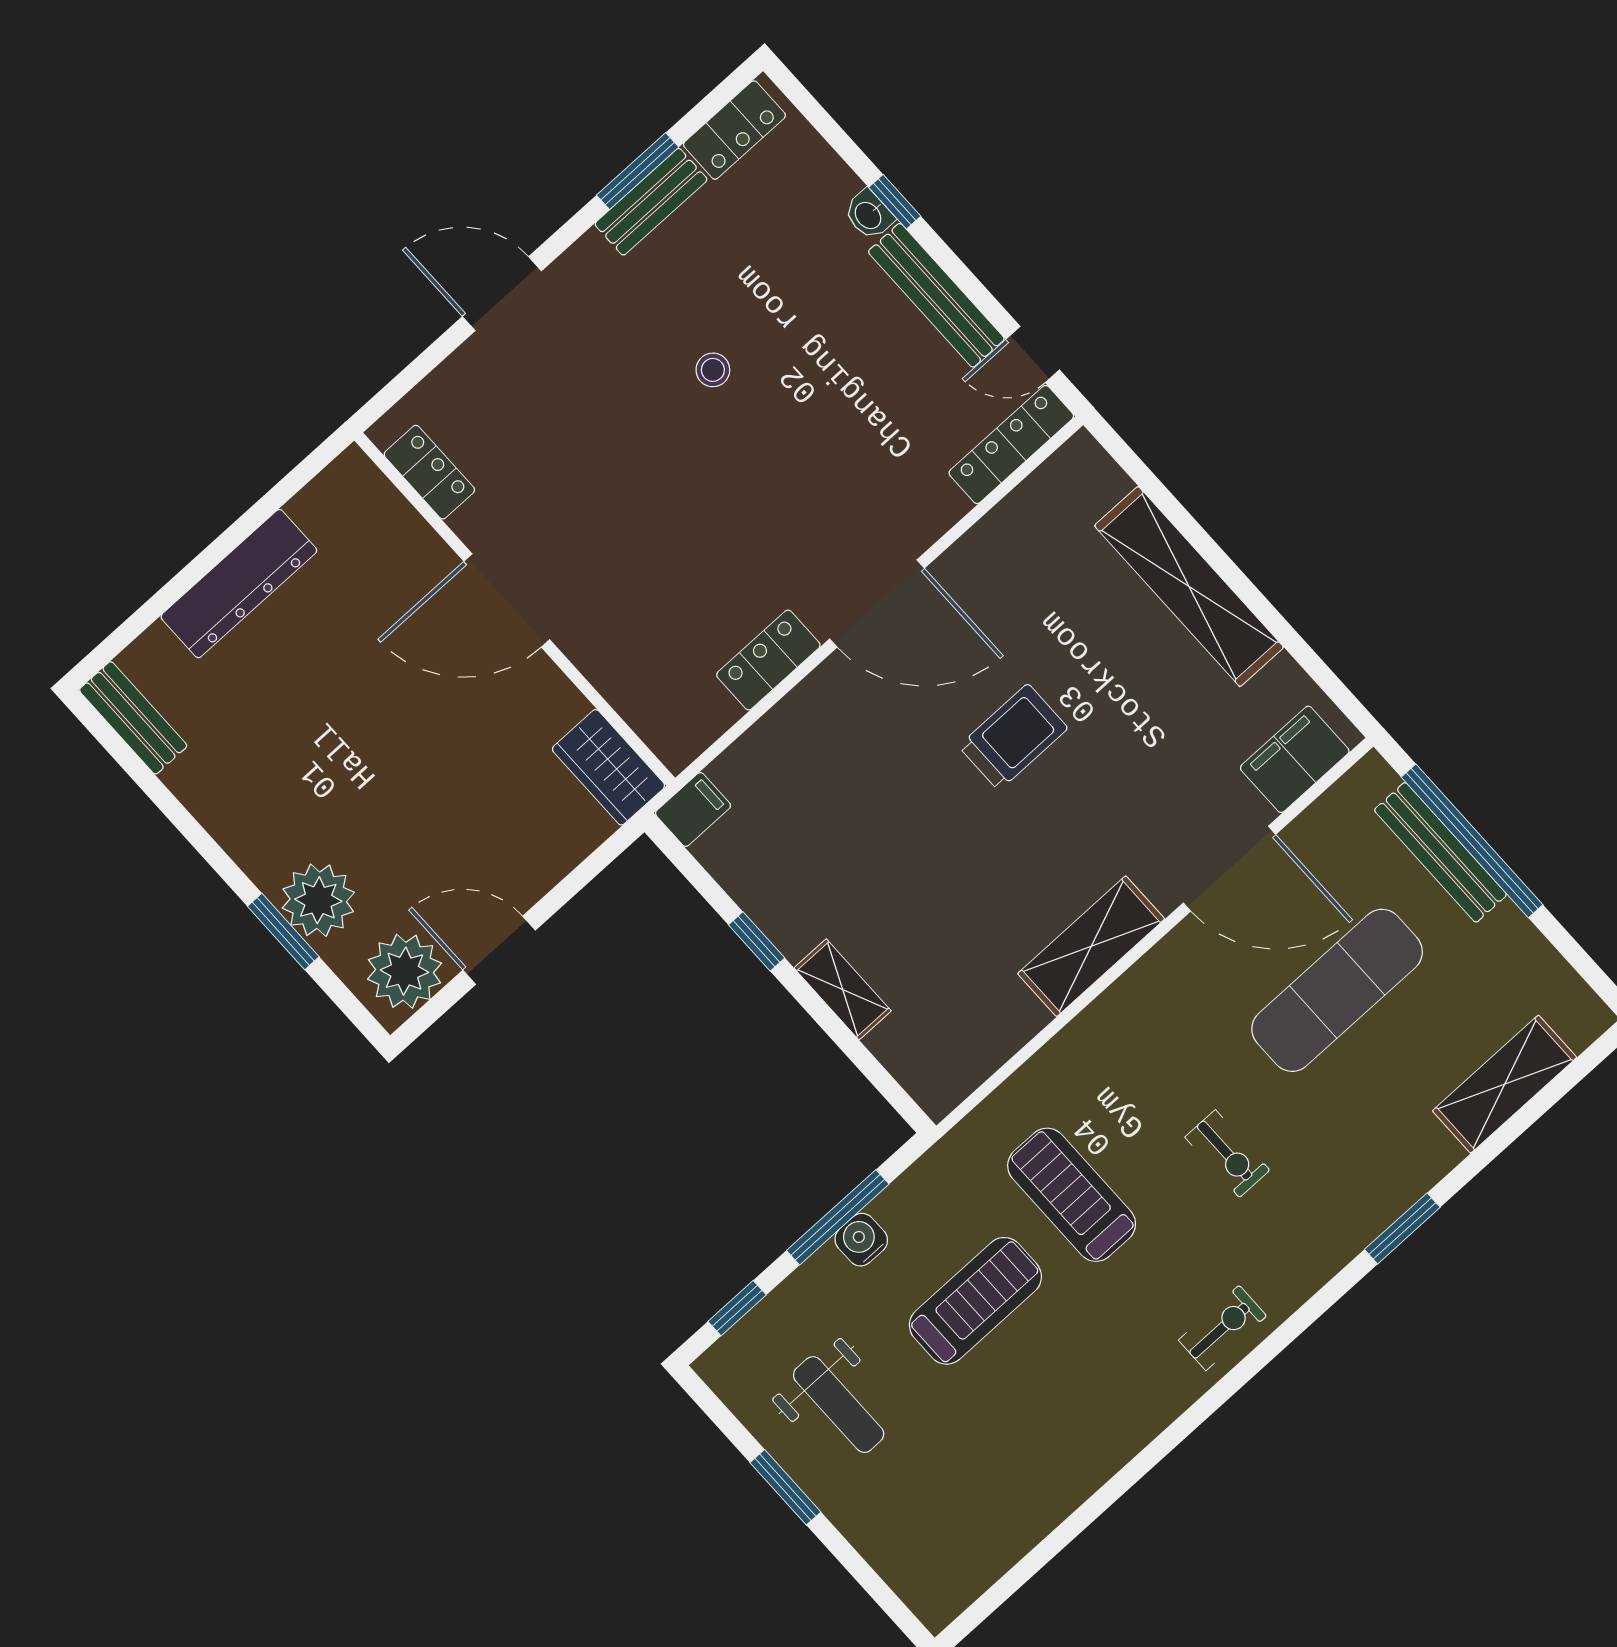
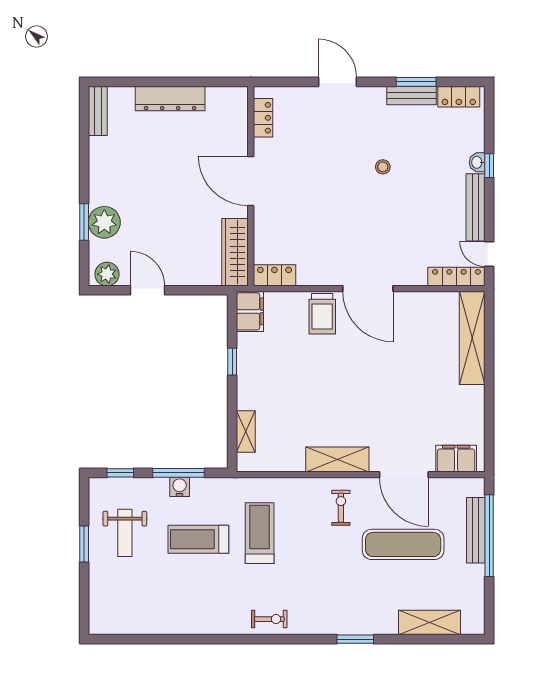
shelving: (1189, 586) -> (472, 338), moved
locker: (768, 660) -> (274, 275), moved
trolley: (1013, 737) -> (322, 314), moved, turned 90
wardrobe: (609, 767) -> (235, 252), width x1.50
filing cabinet: (693, 809) -> (250, 311), width x2.00
plant: (405, 971) -> (107, 274), width x0.73, depth x0.73
shelving: (843, 989) -> (246, 431), moved
exercise bike: (1227, 1154) -> (341, 508), moved, turned 180
treadmill: (975, 1301) -> (198, 539), turned 180

